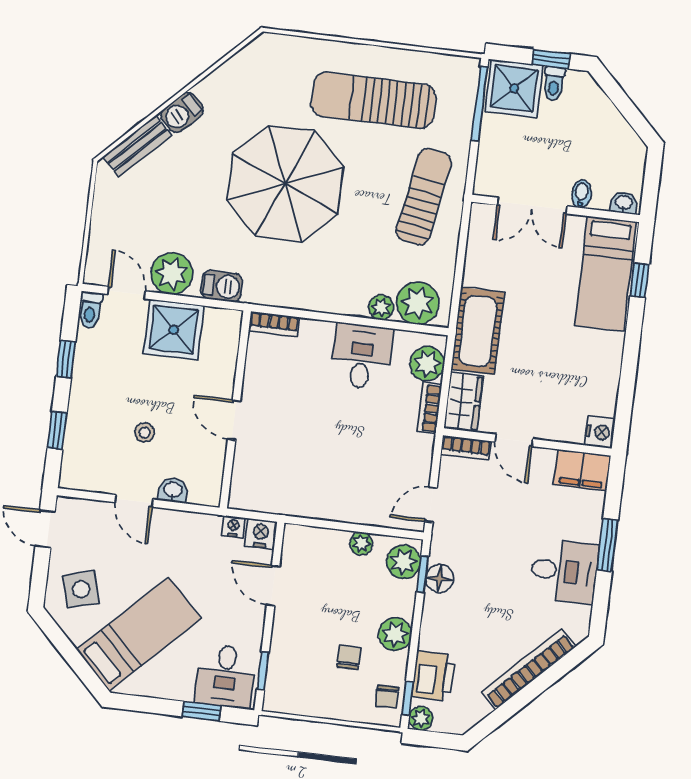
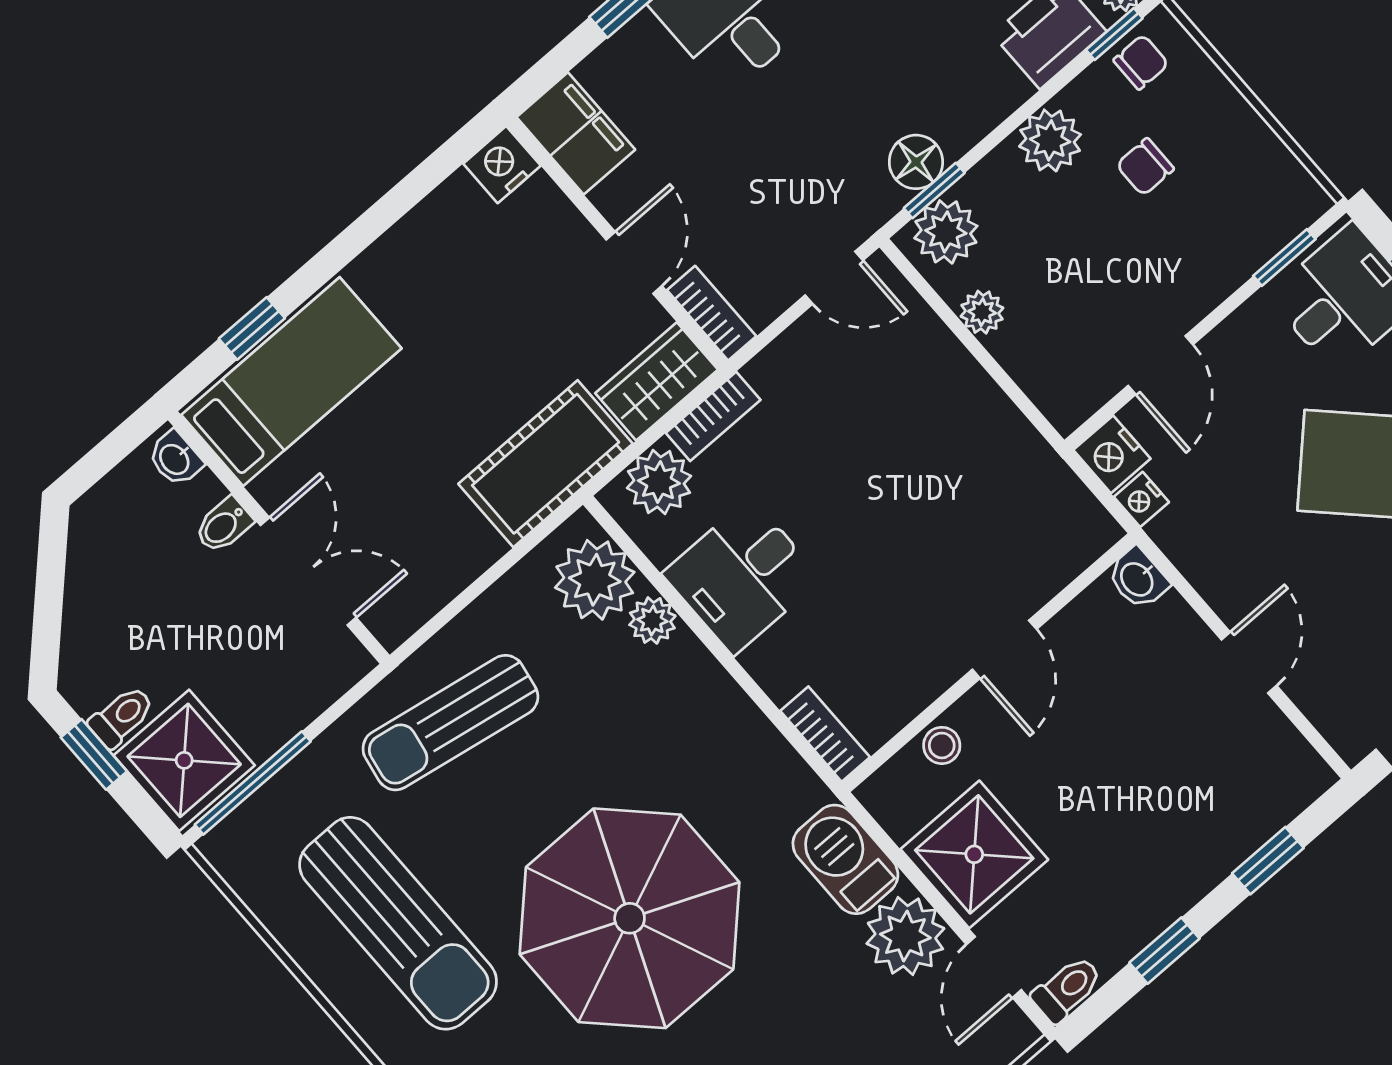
barbecue: (222, 286) -> (845, 859), width x1.38, depth x1.27
stool: (145, 433) -> (942, 745), moved
washbasin: (173, 490) -> (1138, 579), moved

